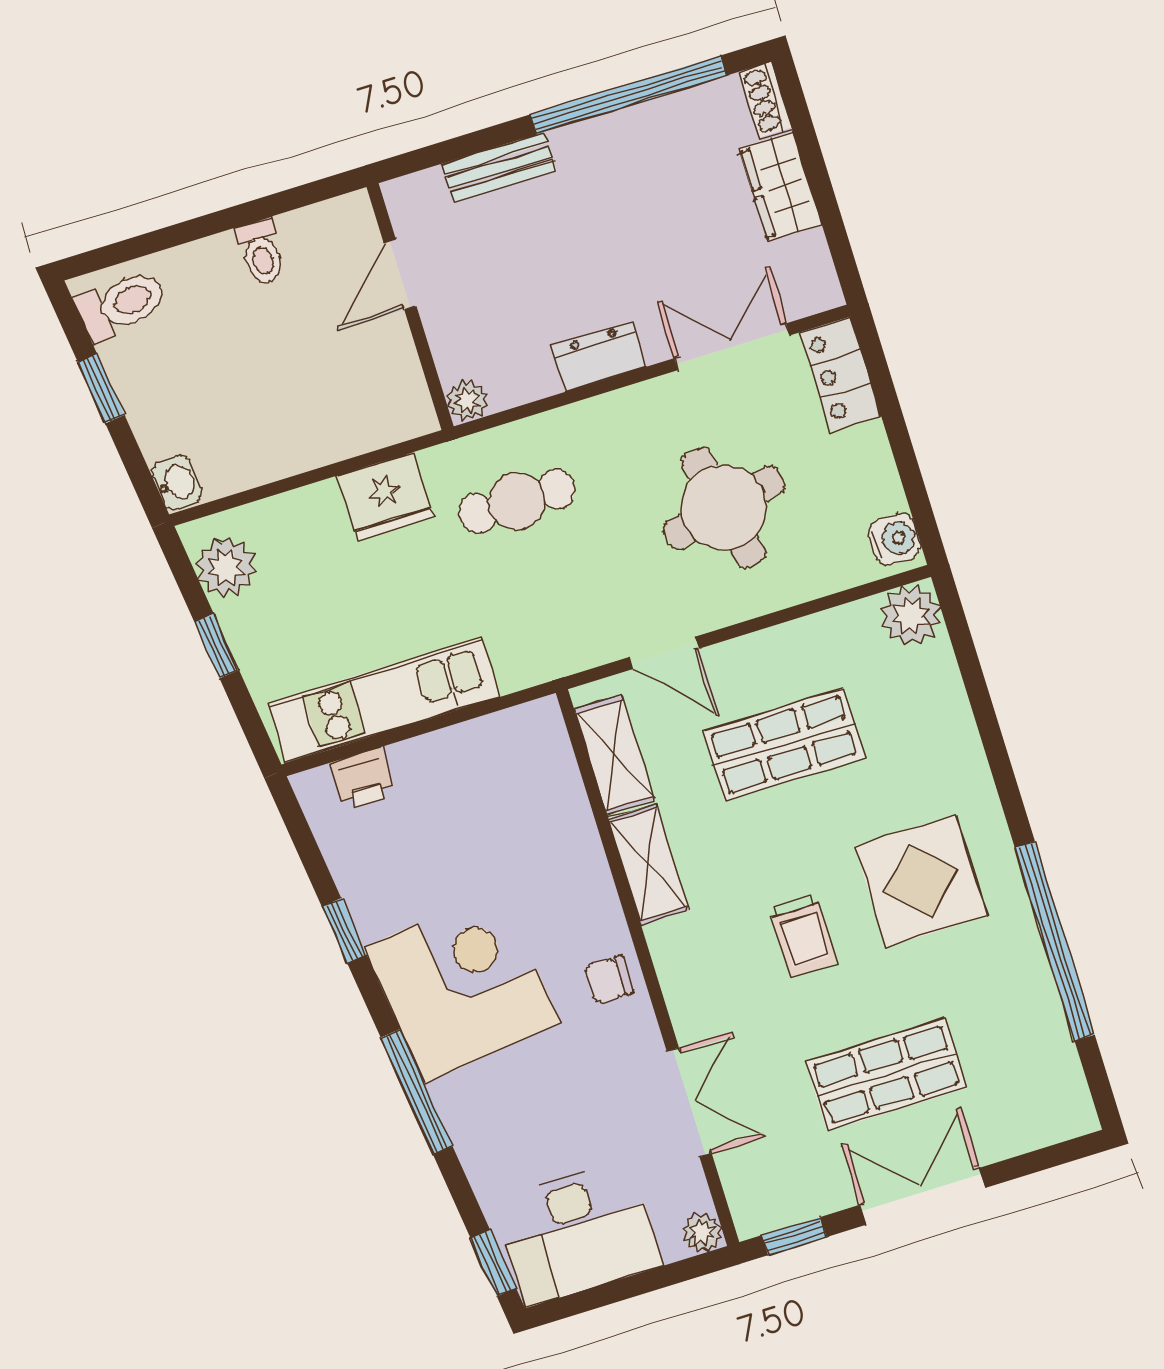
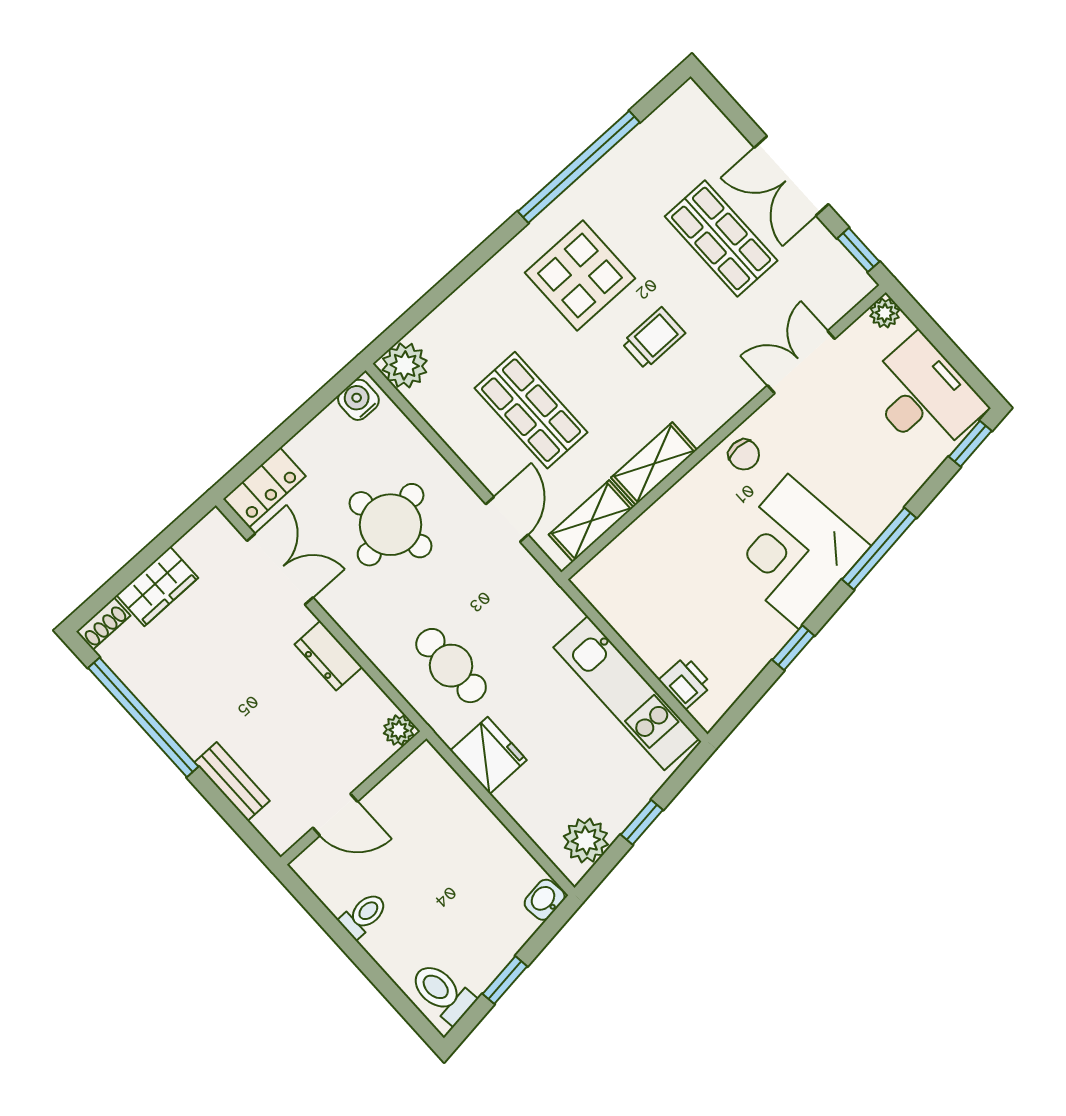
double door: (732, 347) -> (280, 569), swing flipped

